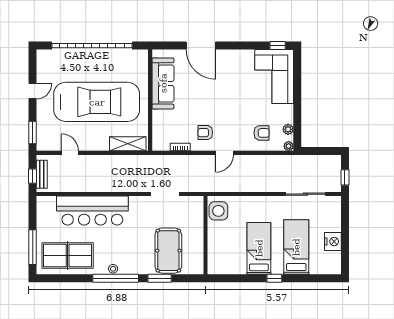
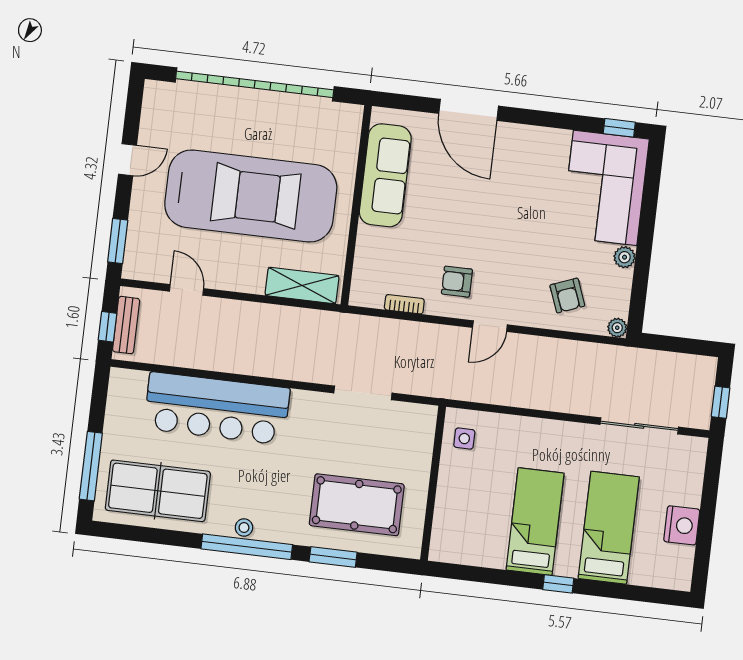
plant: (288, 129) -> (624, 257), moved
armchair: (262, 133) -> (567, 296), turned 69
side table: (218, 211) -> (464, 439), width x0.54, depth x0.54
pool table: (168, 251) -> (357, 505), turned 90

